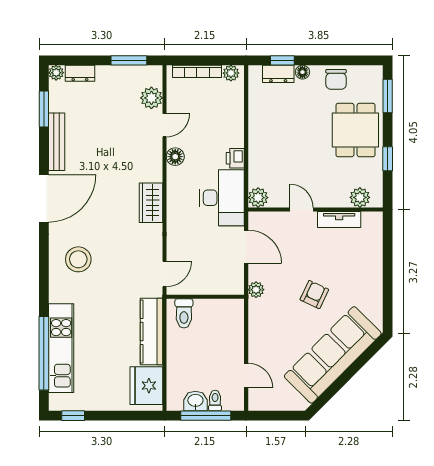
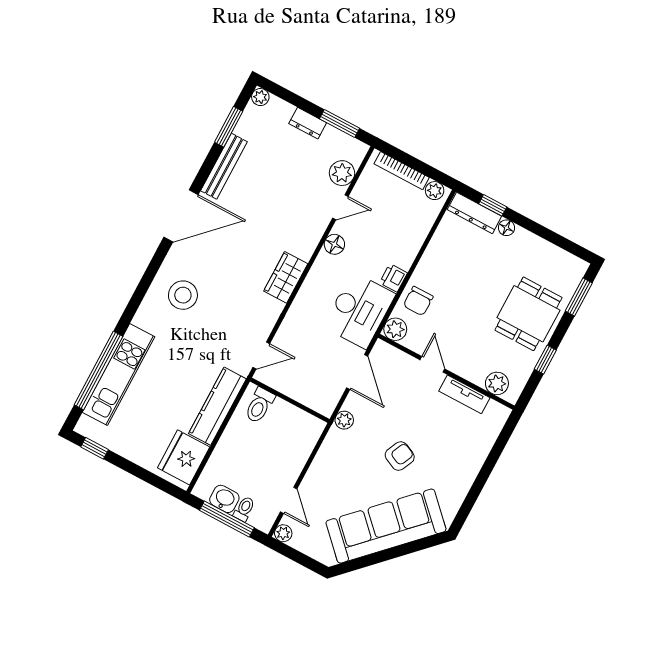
dresser: (80, 73) -> (308, 123), moved
dresser: (278, 74) -> (474, 213), width x1.44
chair: (336, 79) -> (418, 301), moved
plant: (256, 403) -> (283, 533), added

